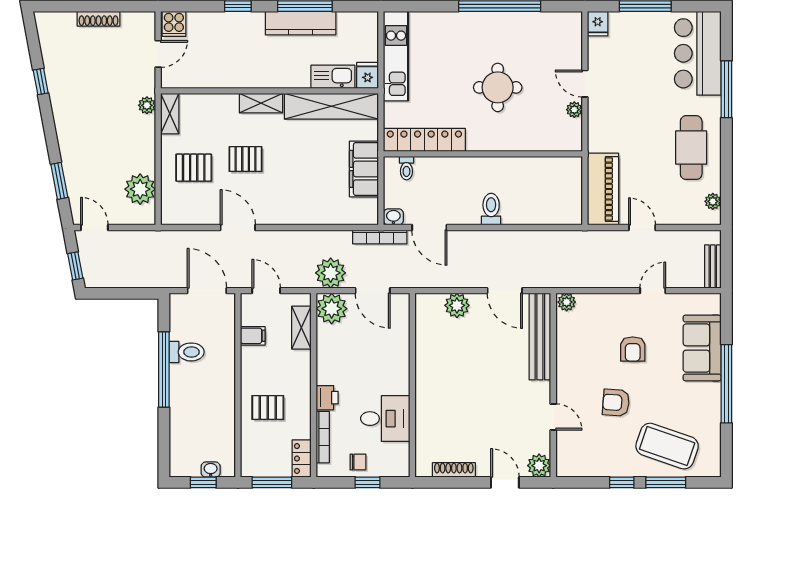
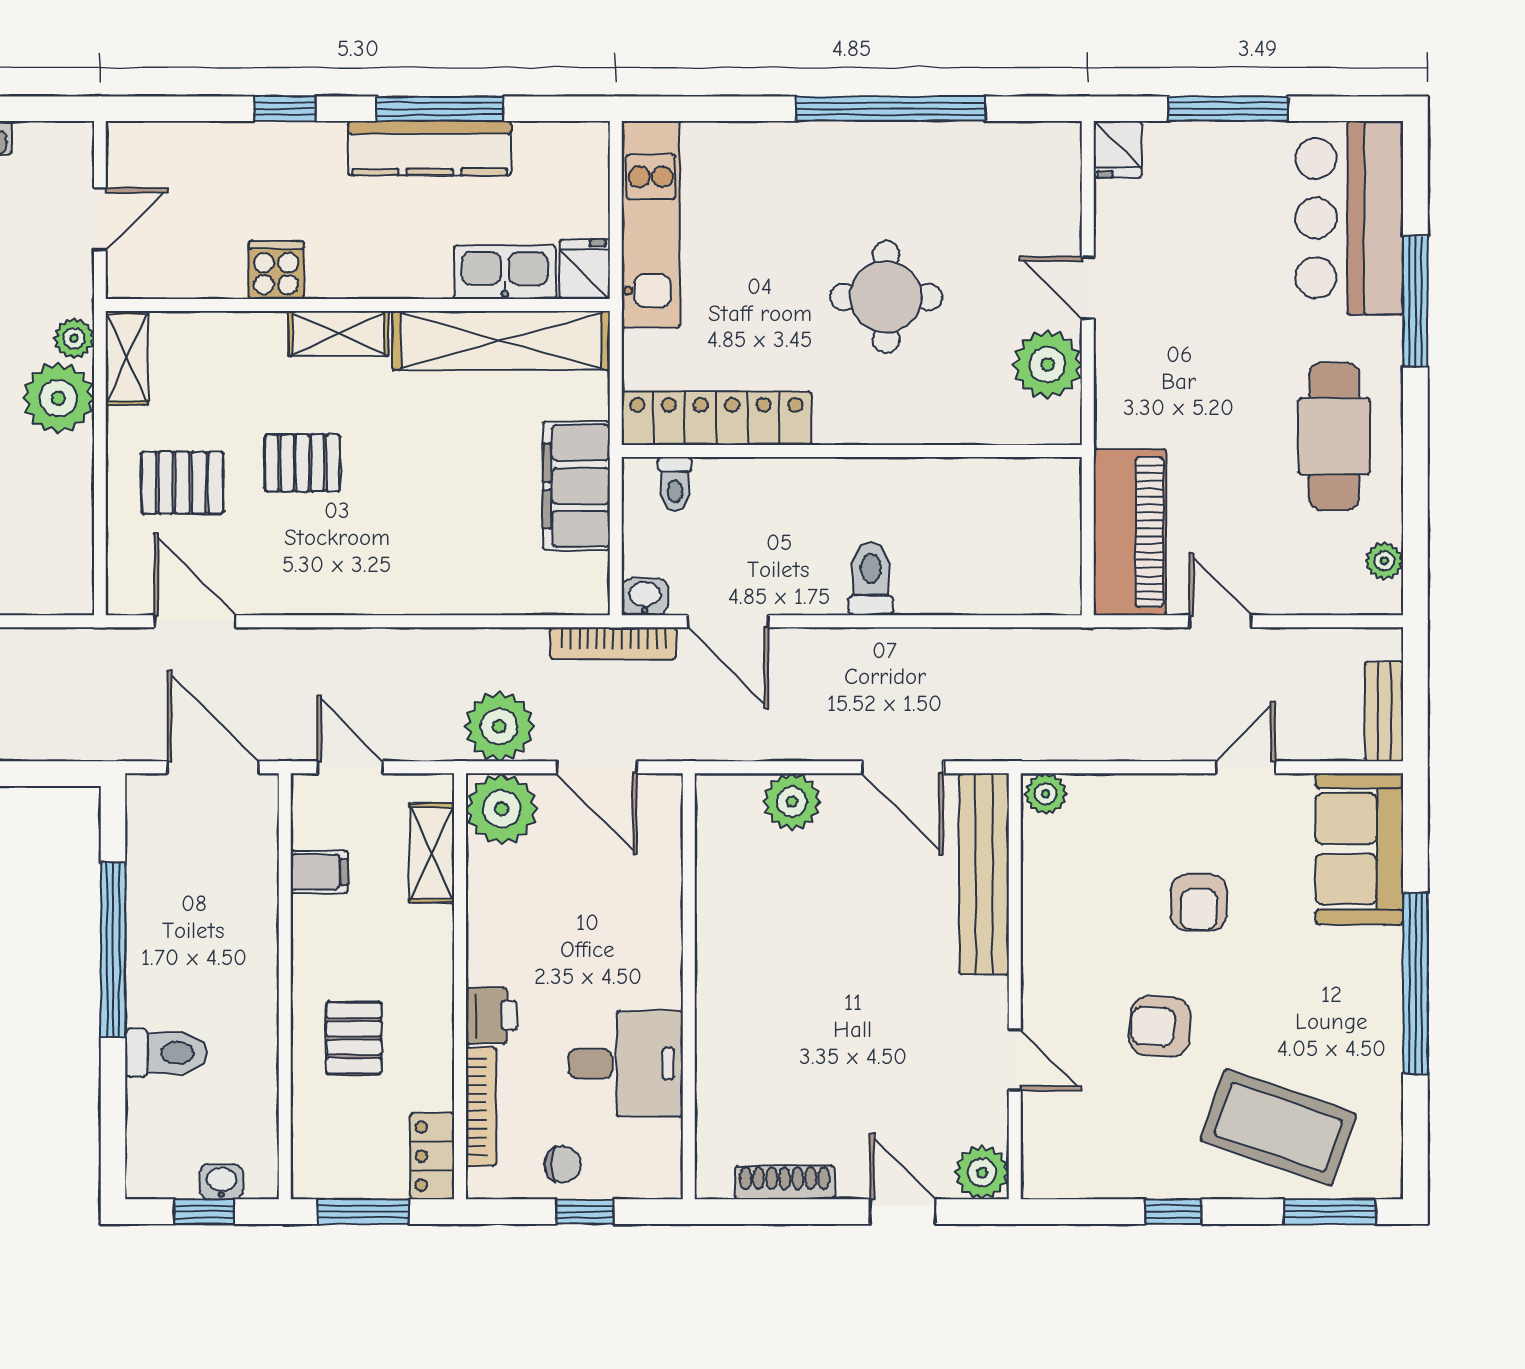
cooker: (174, 24) -> (276, 270), moved, turned 180
plant: (574, 110) -> (1047, 364), width x1.88, depth x1.88
plant: (140, 189) -> (58, 398), moved
door: (238, 228) -> (195, 621), moved
sofa: (702, 348) -> (1359, 849), moved
toilet: (187, 352) -> (166, 1053), moved
pallet: (268, 407) -> (354, 1038), turned 90
window: (666, 482) -> (1330, 1212), moved

